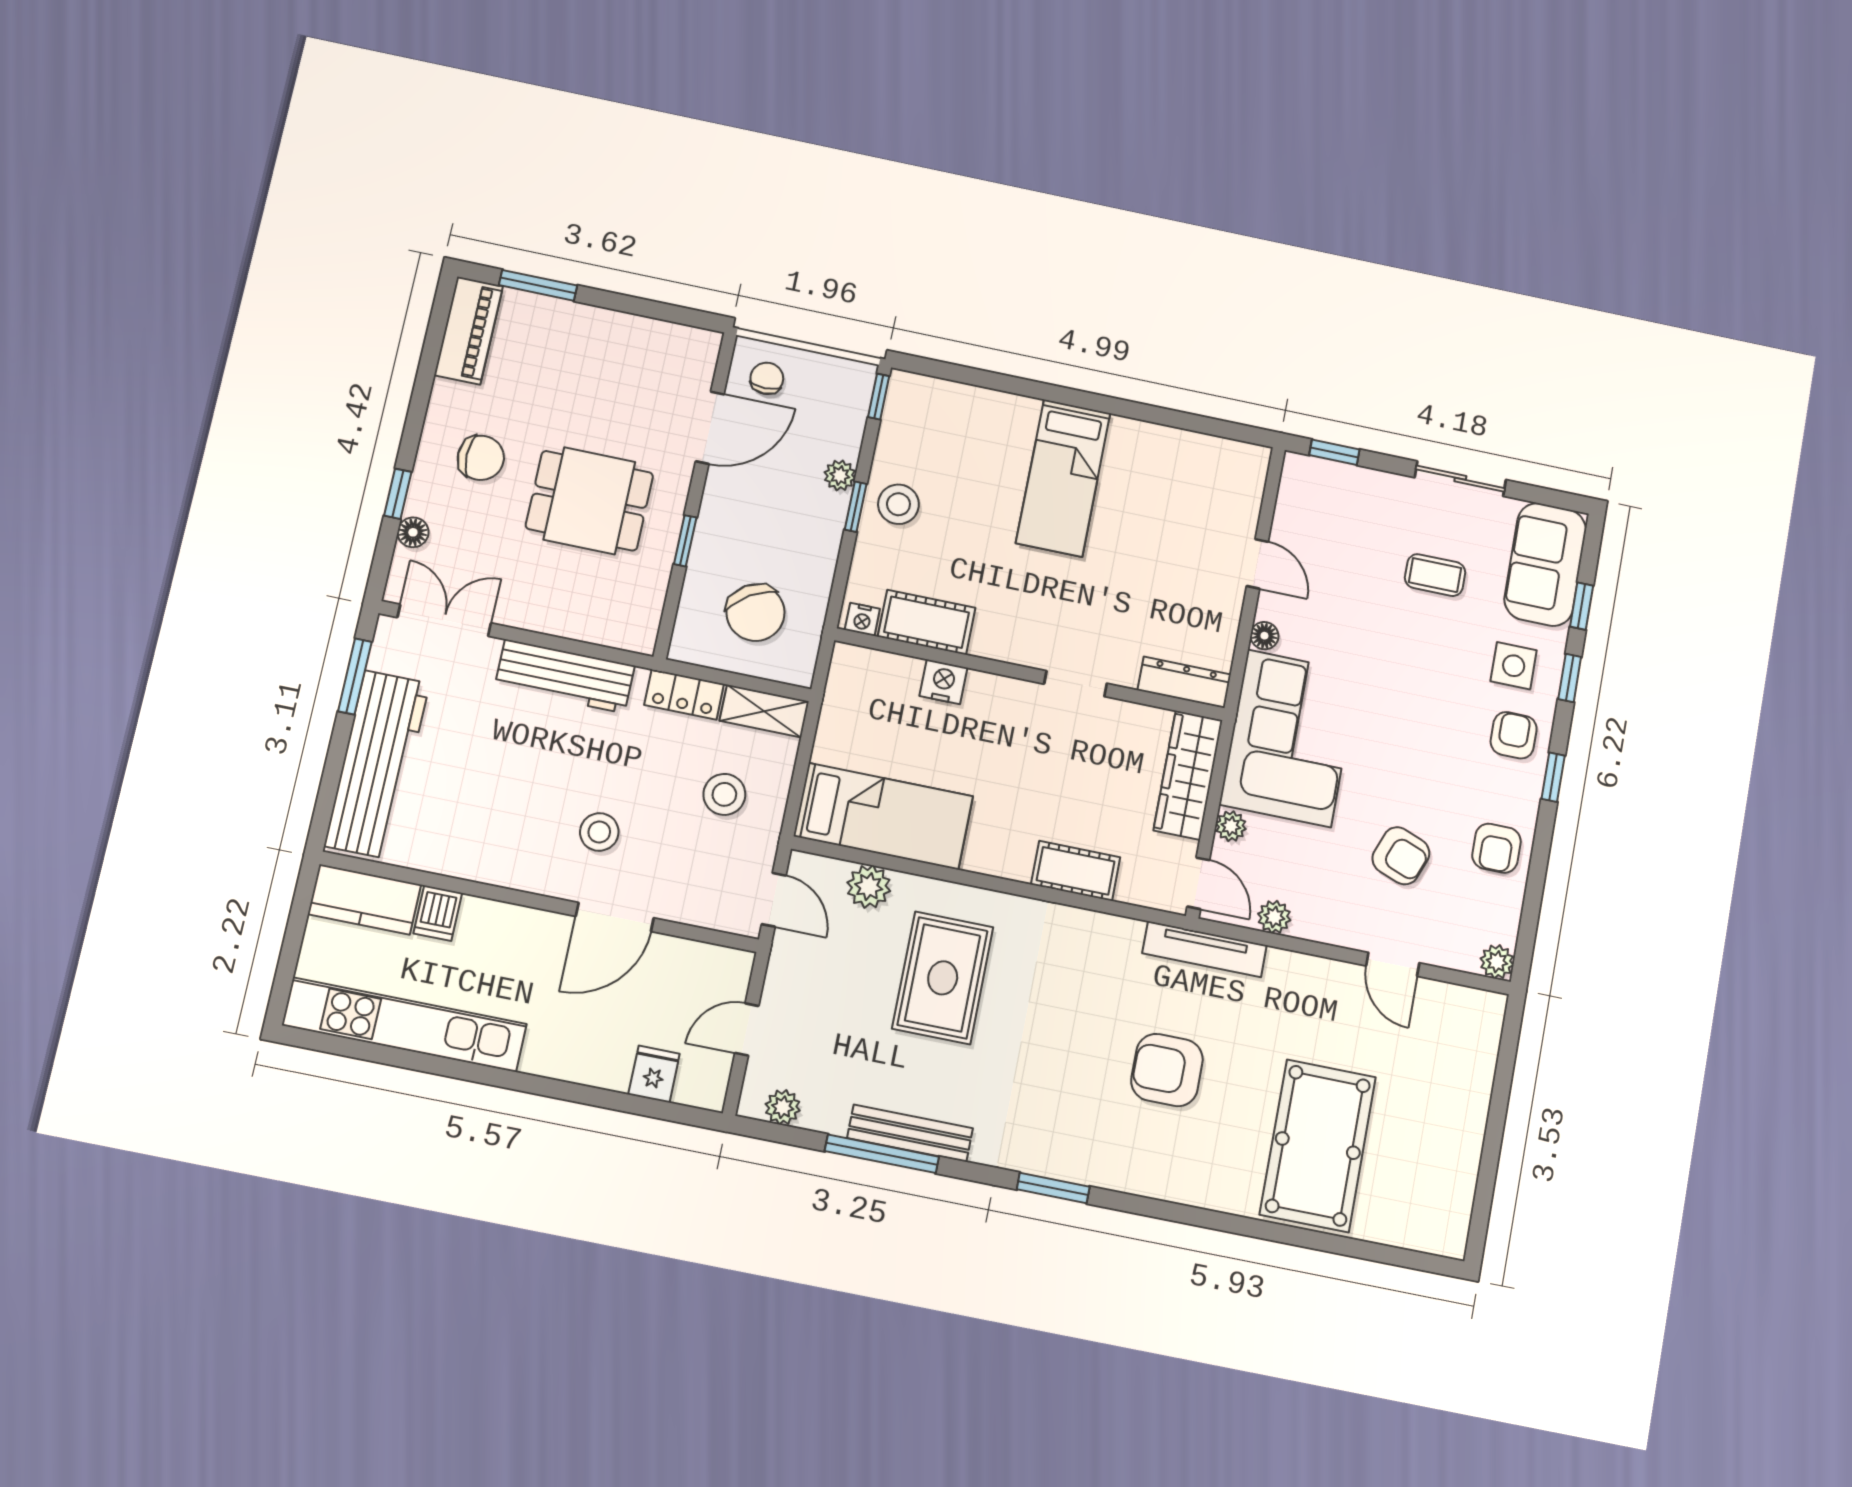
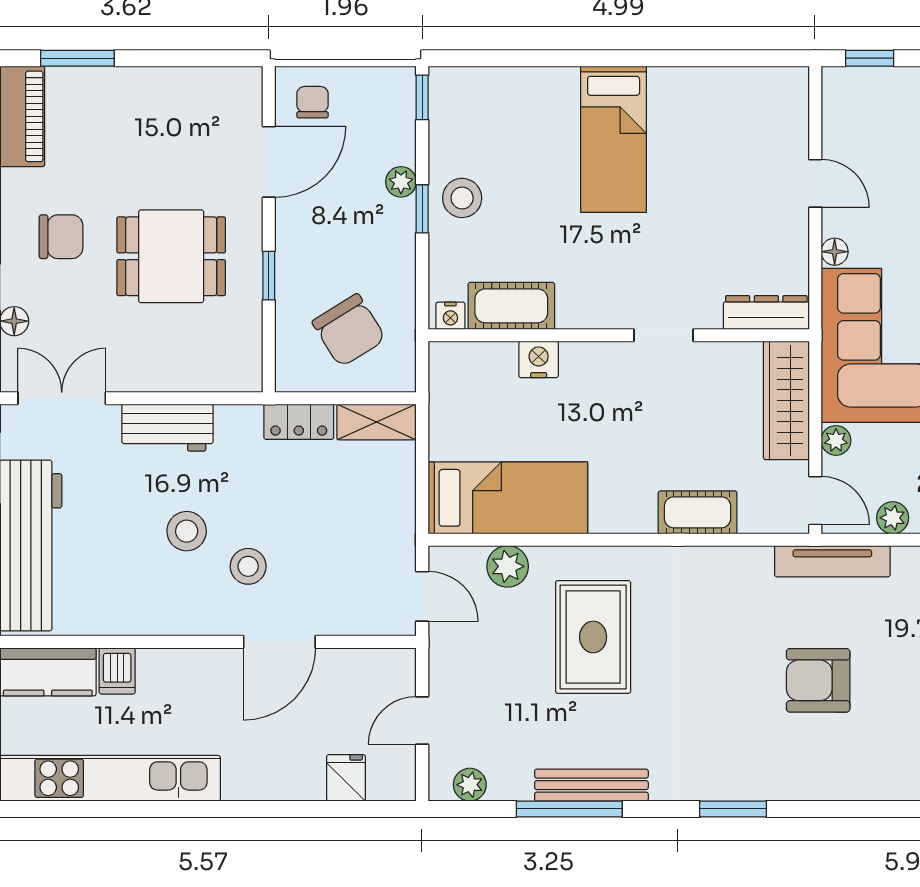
workbench: (565, 676) -> (167, 428), width x0.73
stool: (724, 794) -> (187, 531), moved

